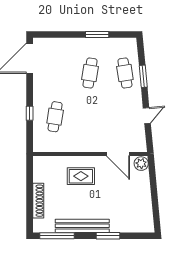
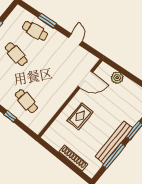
plant: (141, 164) -> (117, 78), moved
window: (57, 236) -> (114, 156), moved

